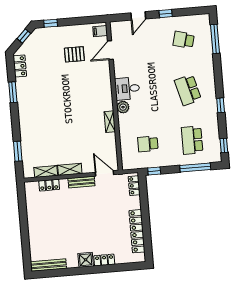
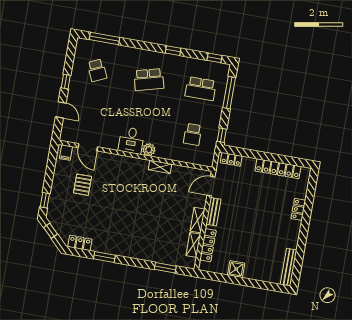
school desk: (184, 40) -> (97, 70), turned -39
locker: (49, 185) -> (208, 245), width x1.53
shower: (86, 260) -> (236, 269), moved

